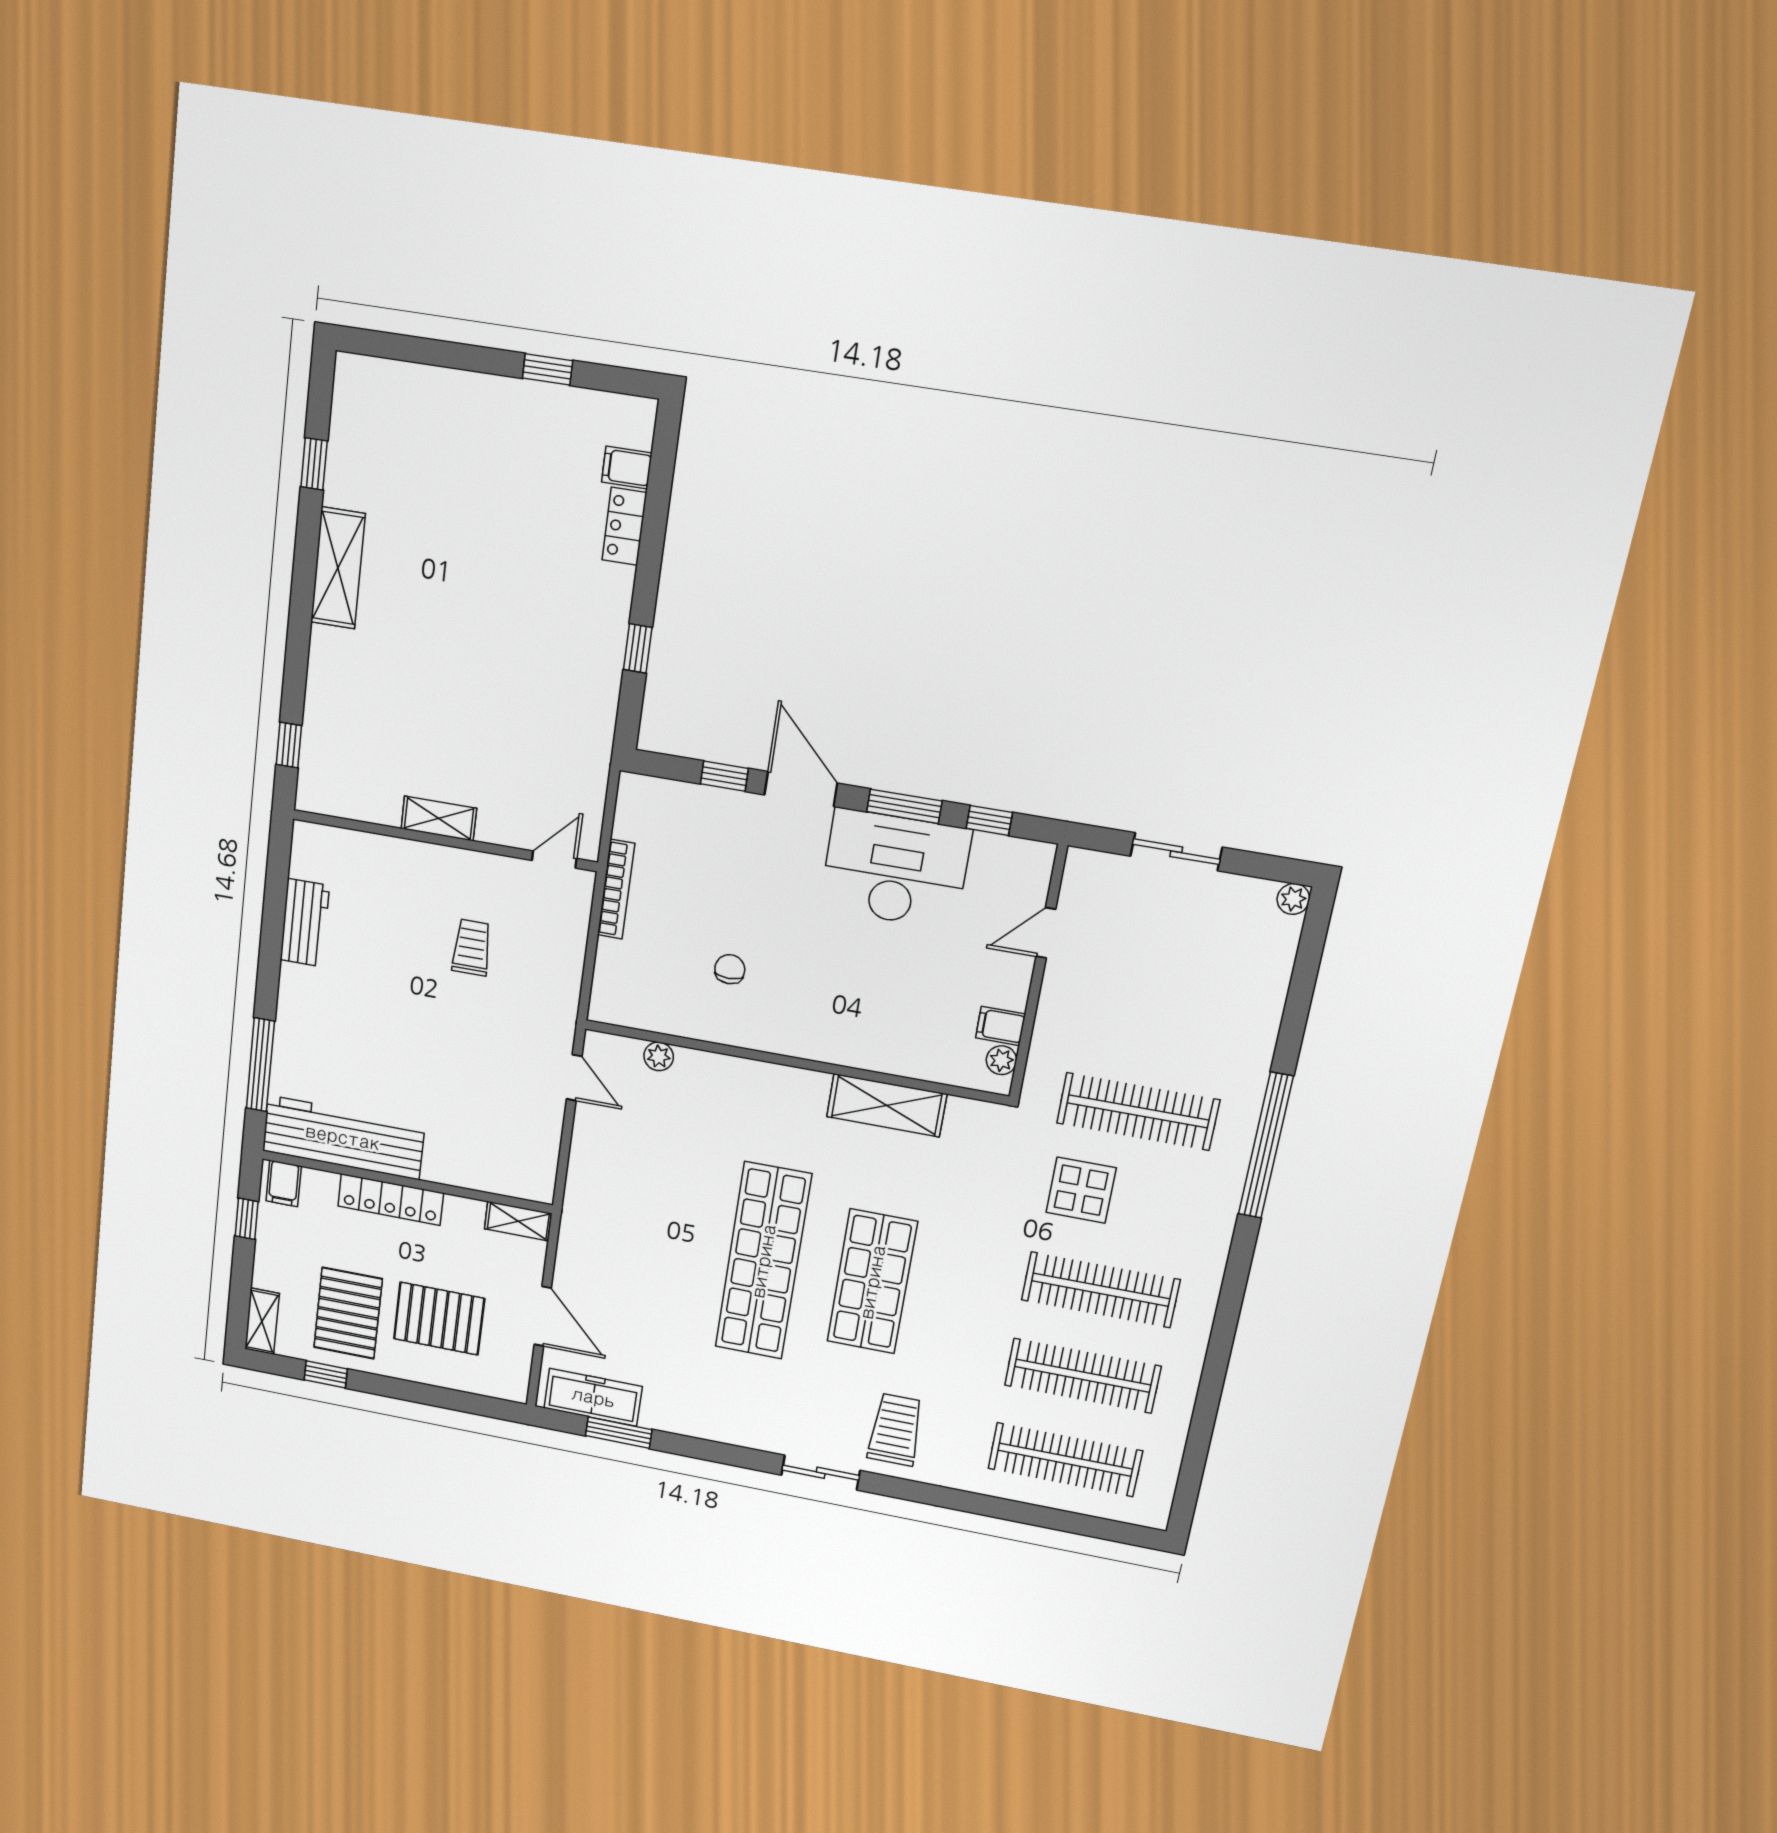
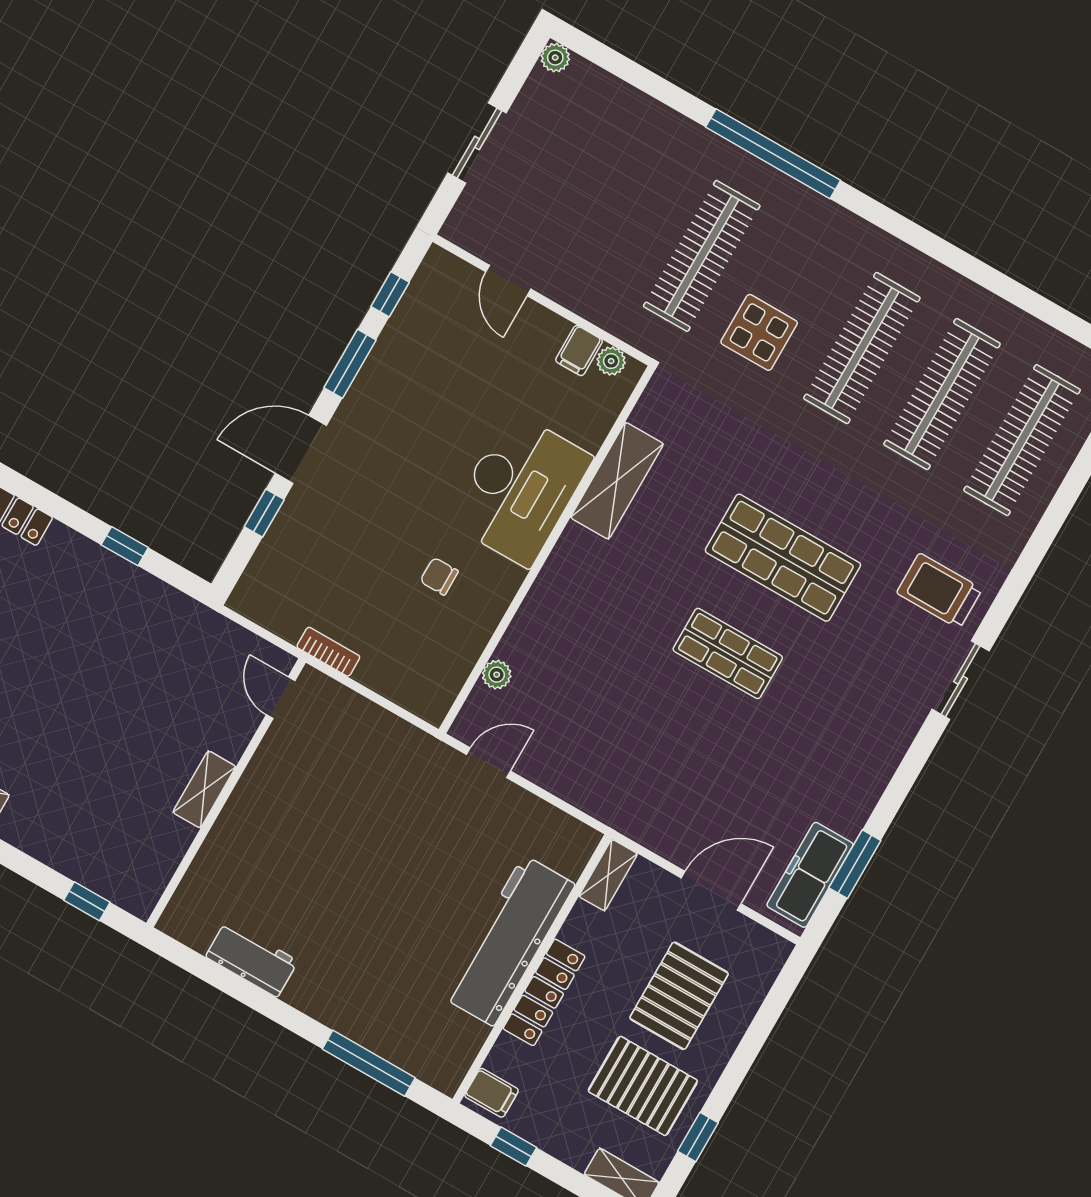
desk: (895, 869) -> (520, 489), moved, turned 180
bookcase: (616, 889) -> (328, 652), width x0.64
trolley: (472, 947) -> (332, 809), removed
workbench: (343, 1137) -> (509, 941), moved
shop shelf: (763, 1261) -> (728, 653), width x0.50, depth x0.74

